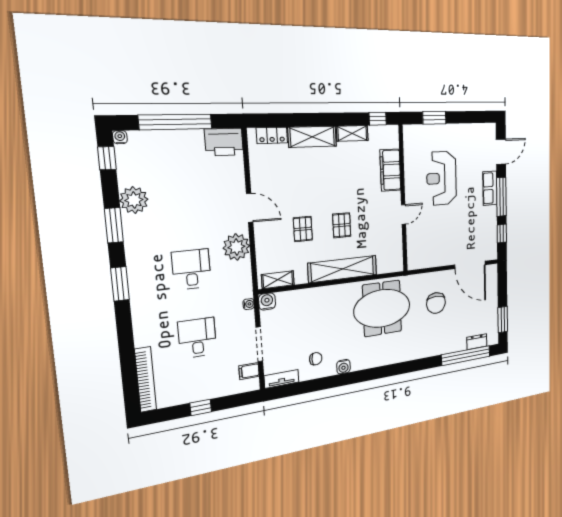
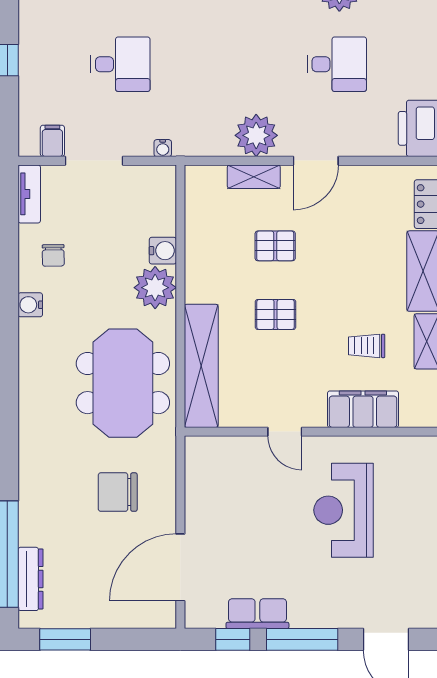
trolley: (356, 170) -> (367, 346), added
reception desk: (441, 178) -> (344, 510), turned -90
row of seats: (490, 188) -> (257, 614), moved
desk: (191, 269) -> (337, 64), moved
shelving: (343, 269) -> (201, 366), moved
shelving: (278, 280) -> (254, 177), moved, turned 90
plant: (330, 297) -> (155, 288), added
water cooler: (267, 301) -> (163, 251), moved
dresser: (477, 342) -> (31, 579), width x1.44

